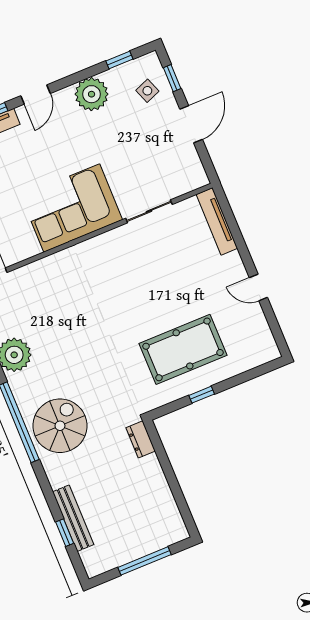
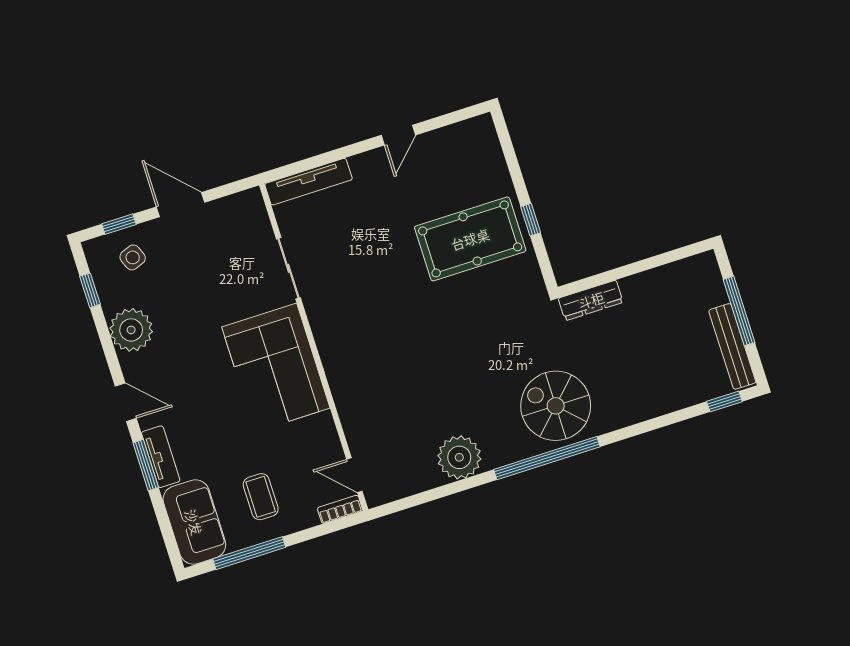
pool table: (183, 349) -> (470, 239), turned 90
dresser: (141, 439) -> (591, 300), width x1.44
bench: (73, 518) -> (732, 346), moved, turned 90
window: (65, 533) -> (724, 401), moved

